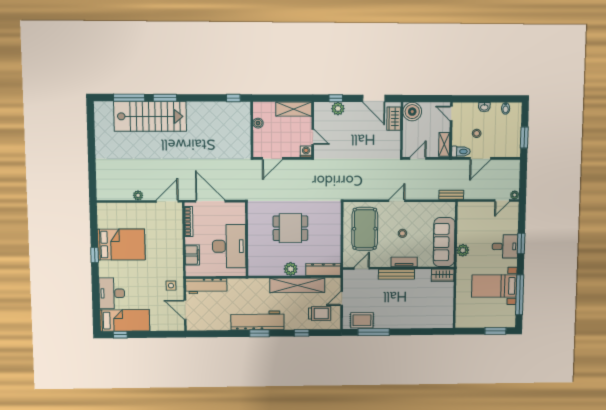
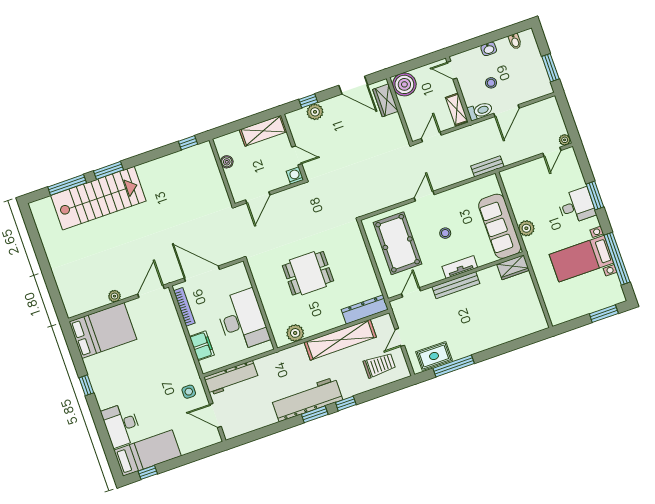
bed: (121, 244) -> (103, 331), moved
plant: (291, 269) -> (295, 333), moved
window: (302, 333) -> (346, 403), moved

